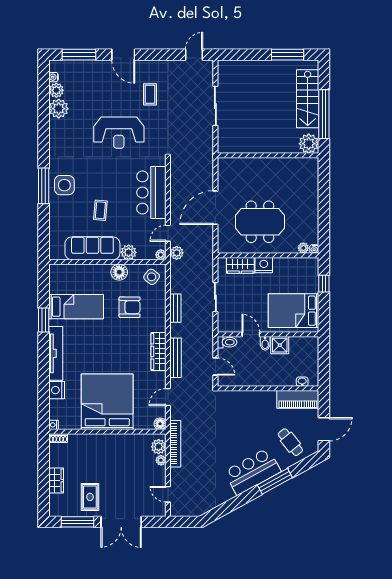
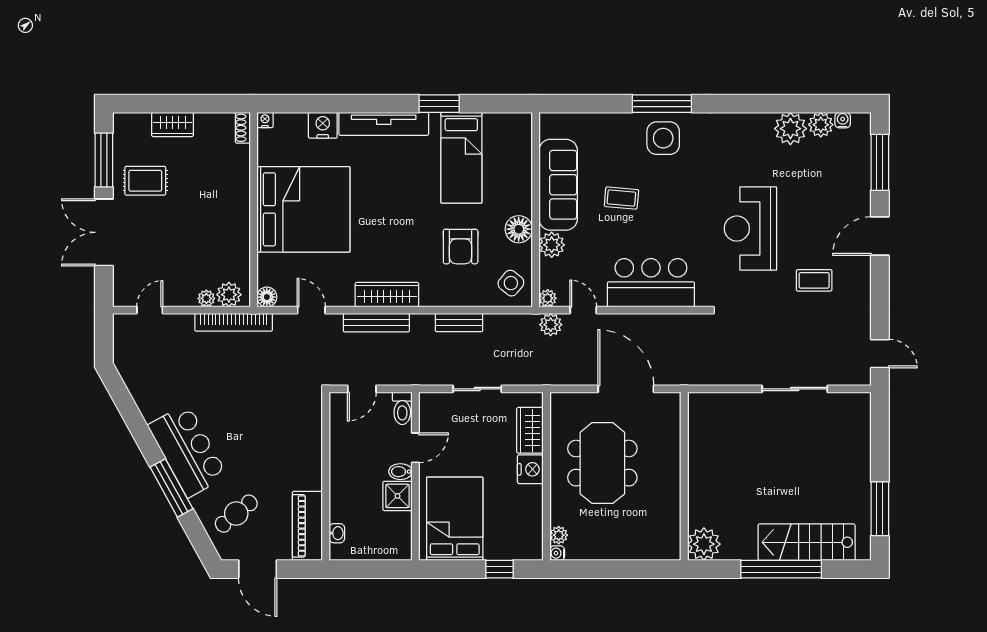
plant: (309, 144) -> (704, 544), moved
wall: (268, 155) -> (684, 476), moved

